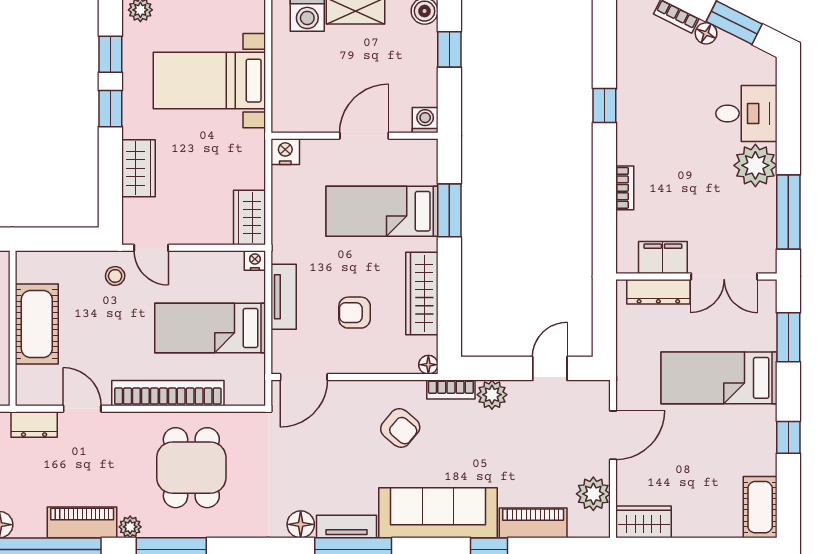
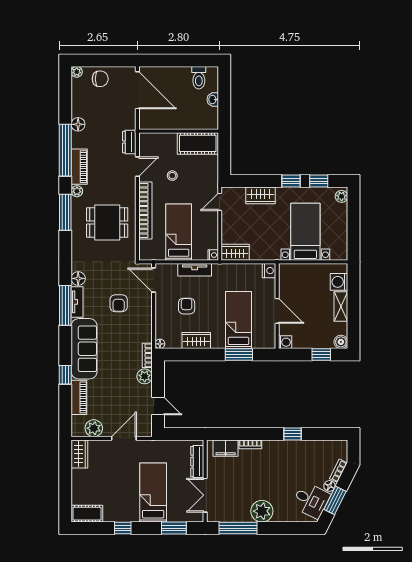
desk: (746, 114) -> (311, 500), moved, turned -63
filing cabinet: (663, 257) -> (226, 448), moved, turned 90
stool: (115, 276) -> (172, 176), moved
wardrobe: (422, 294) -> (196, 340), width x0.67
cot: (37, 324) -> (198, 143), moved
armchair: (400, 428) -> (119, 303), moved, turned -40
door: (613, 435) -> (124, 438), swing flipped

